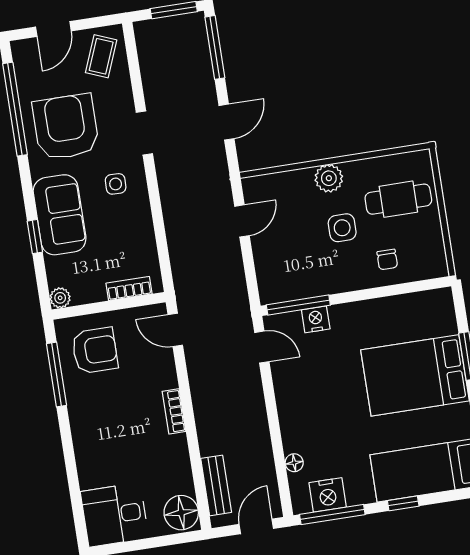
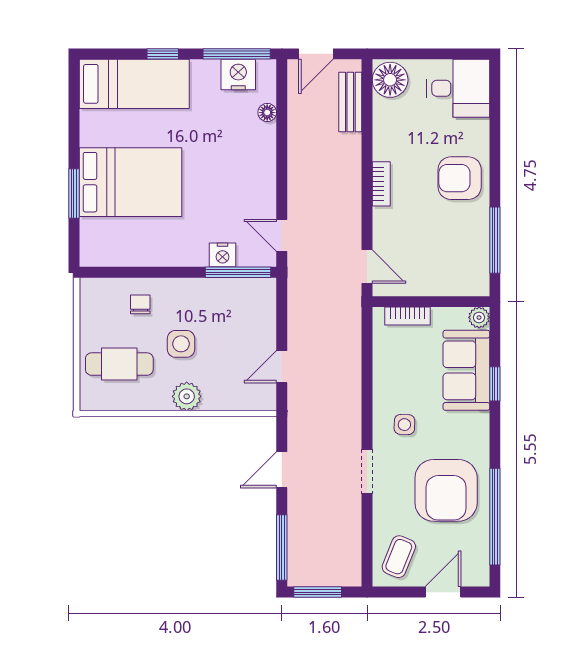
sofa: (60, 215) -> (466, 370), moved
armchair: (95, 350) -> (460, 178), moved

